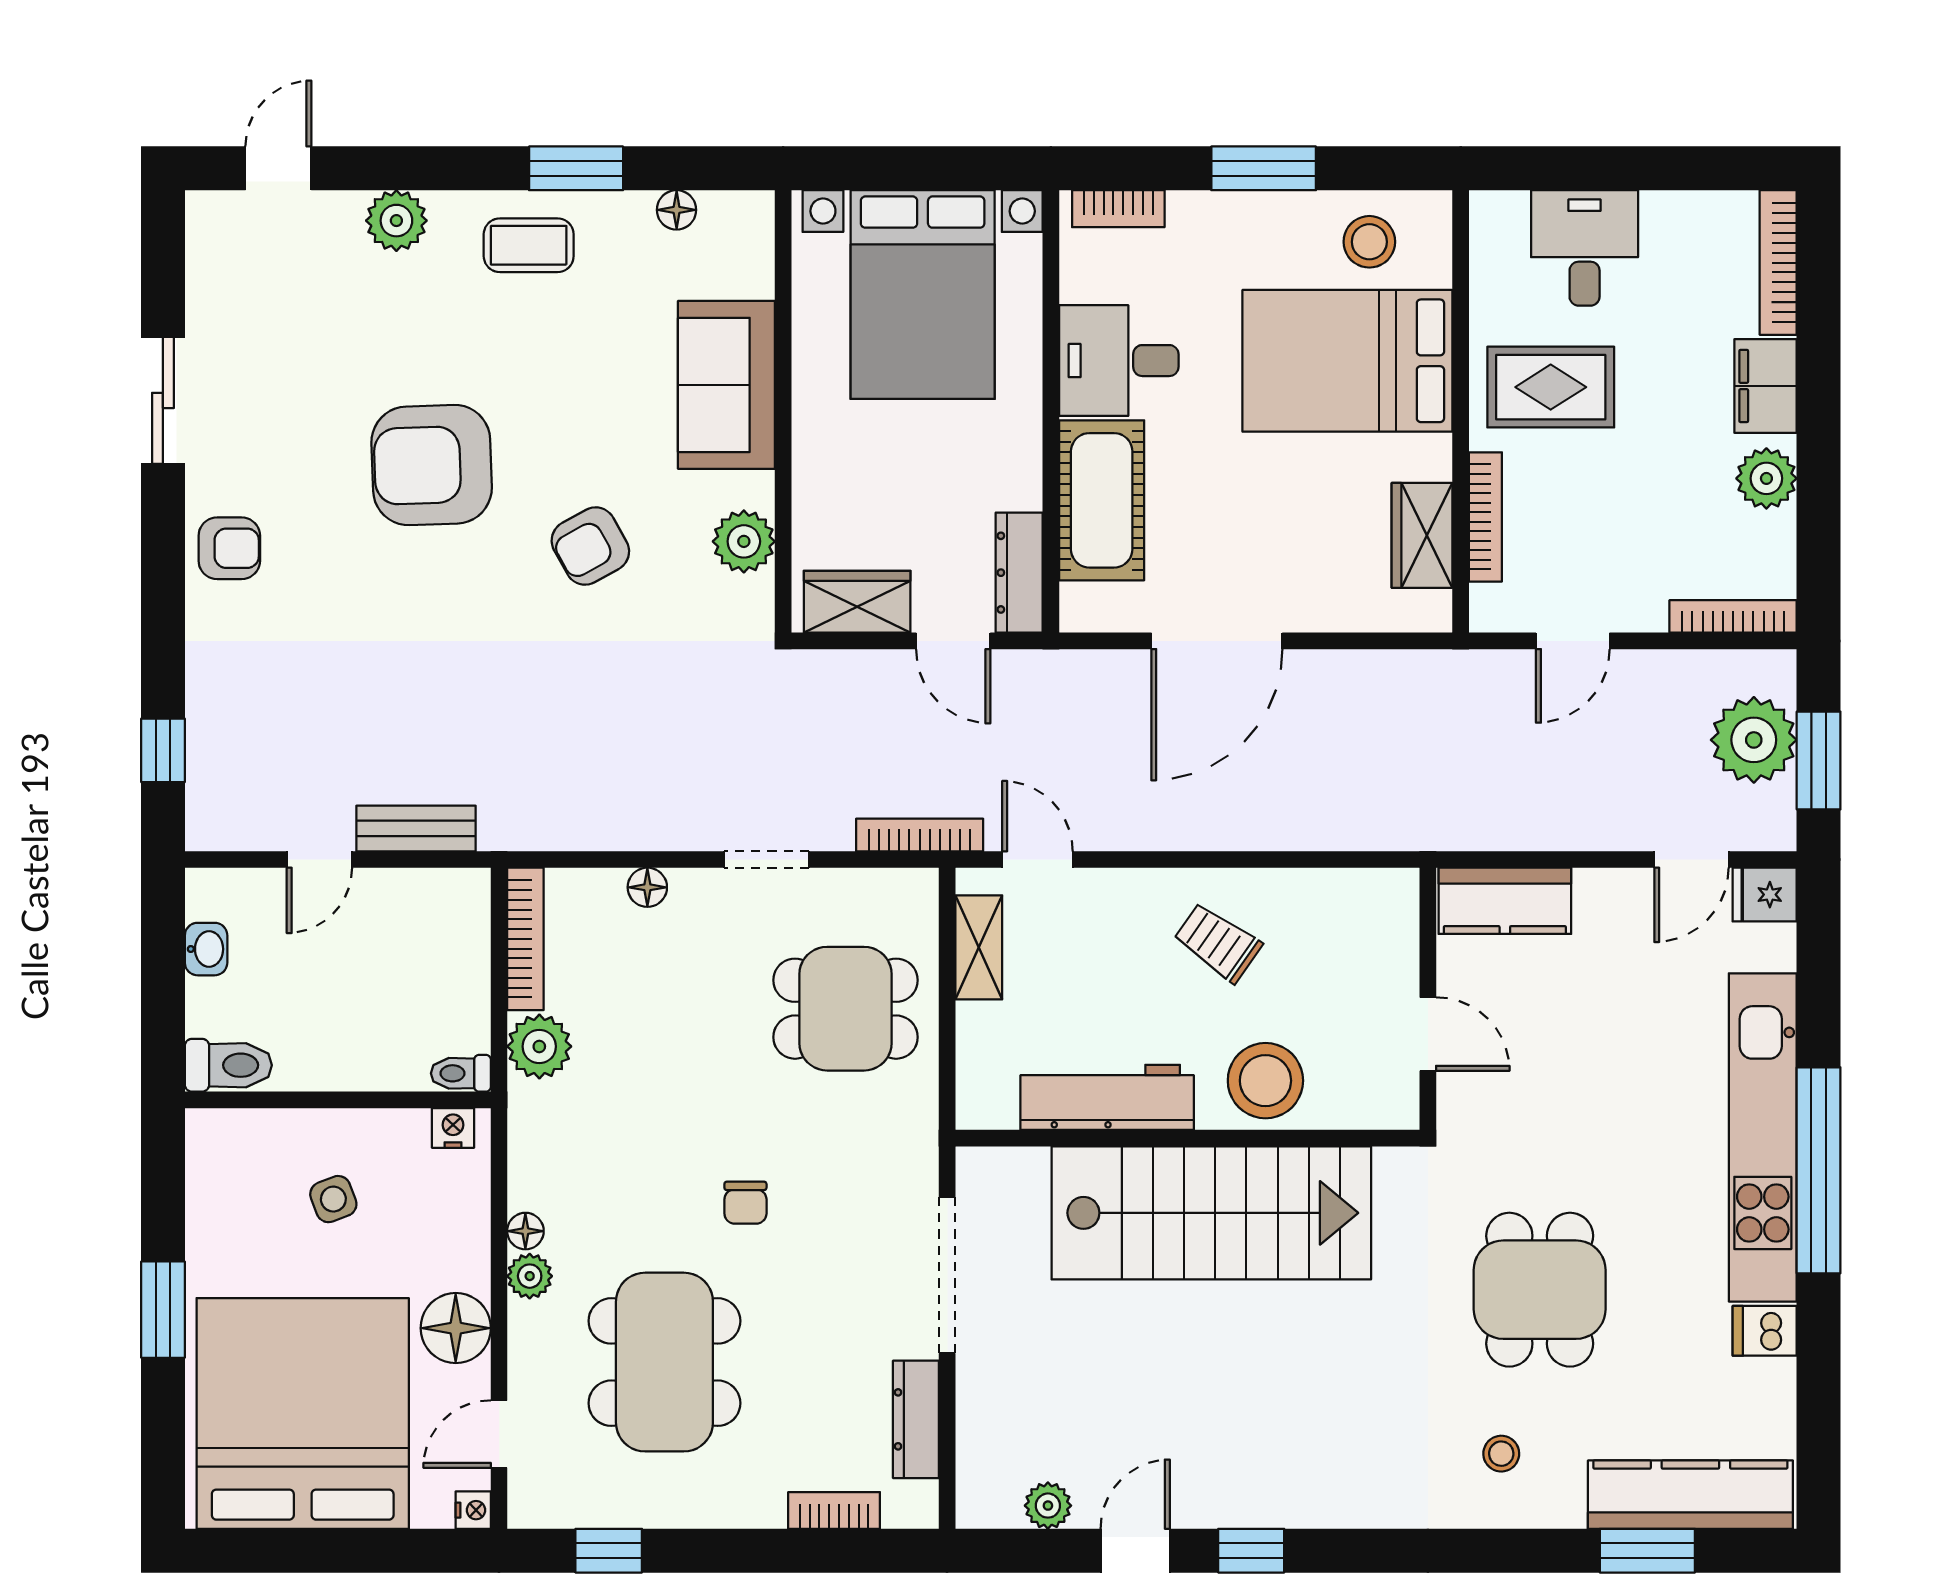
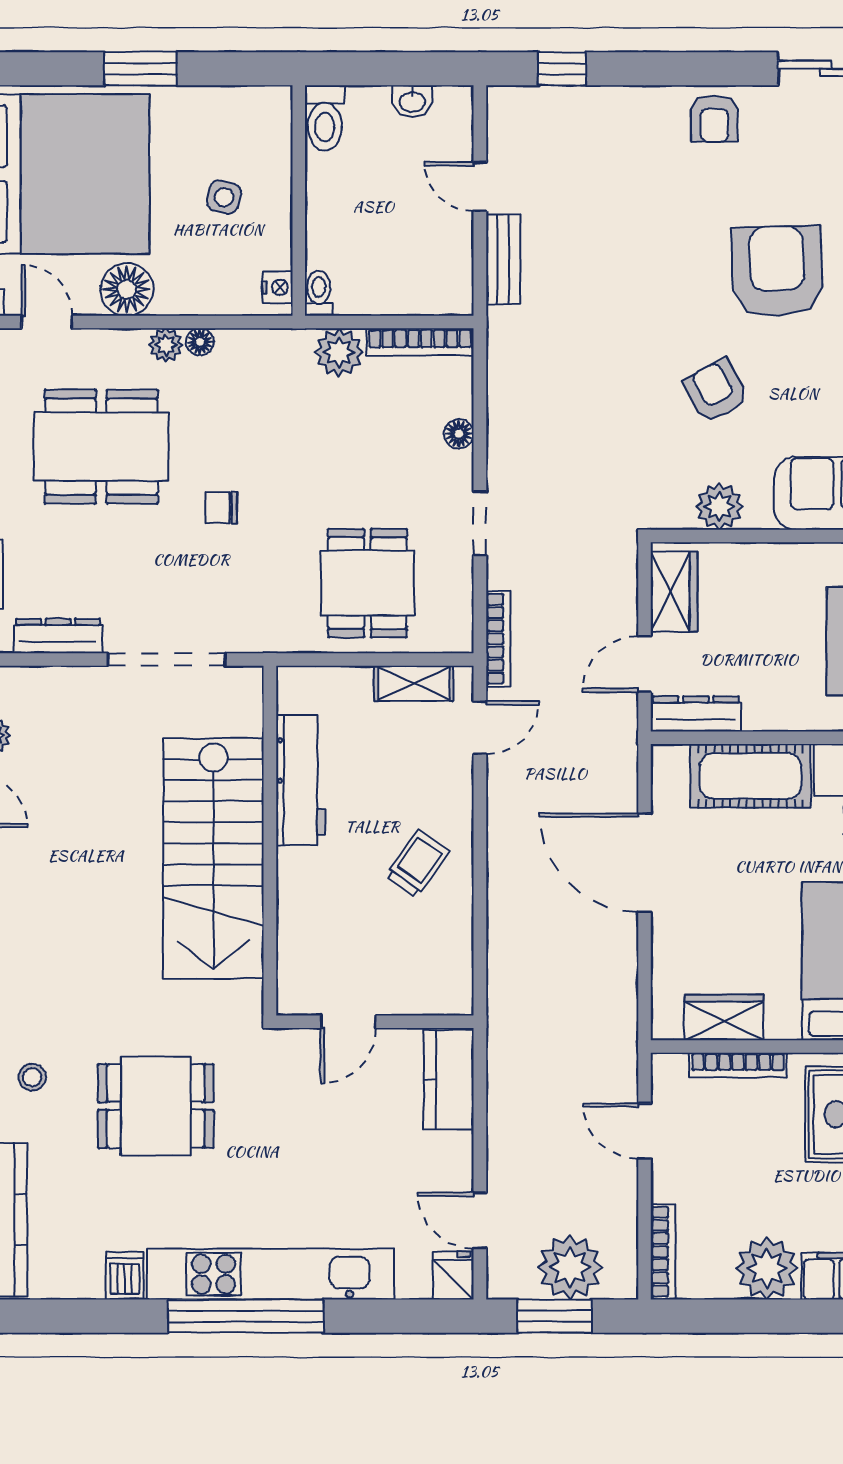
plant: (1766, 478) -> (767, 1269), width x1.36, depth x1.36
stool: (1265, 1081) -> (313, 899), removed
side table: (333, 1199) -> (224, 197), turned 35

